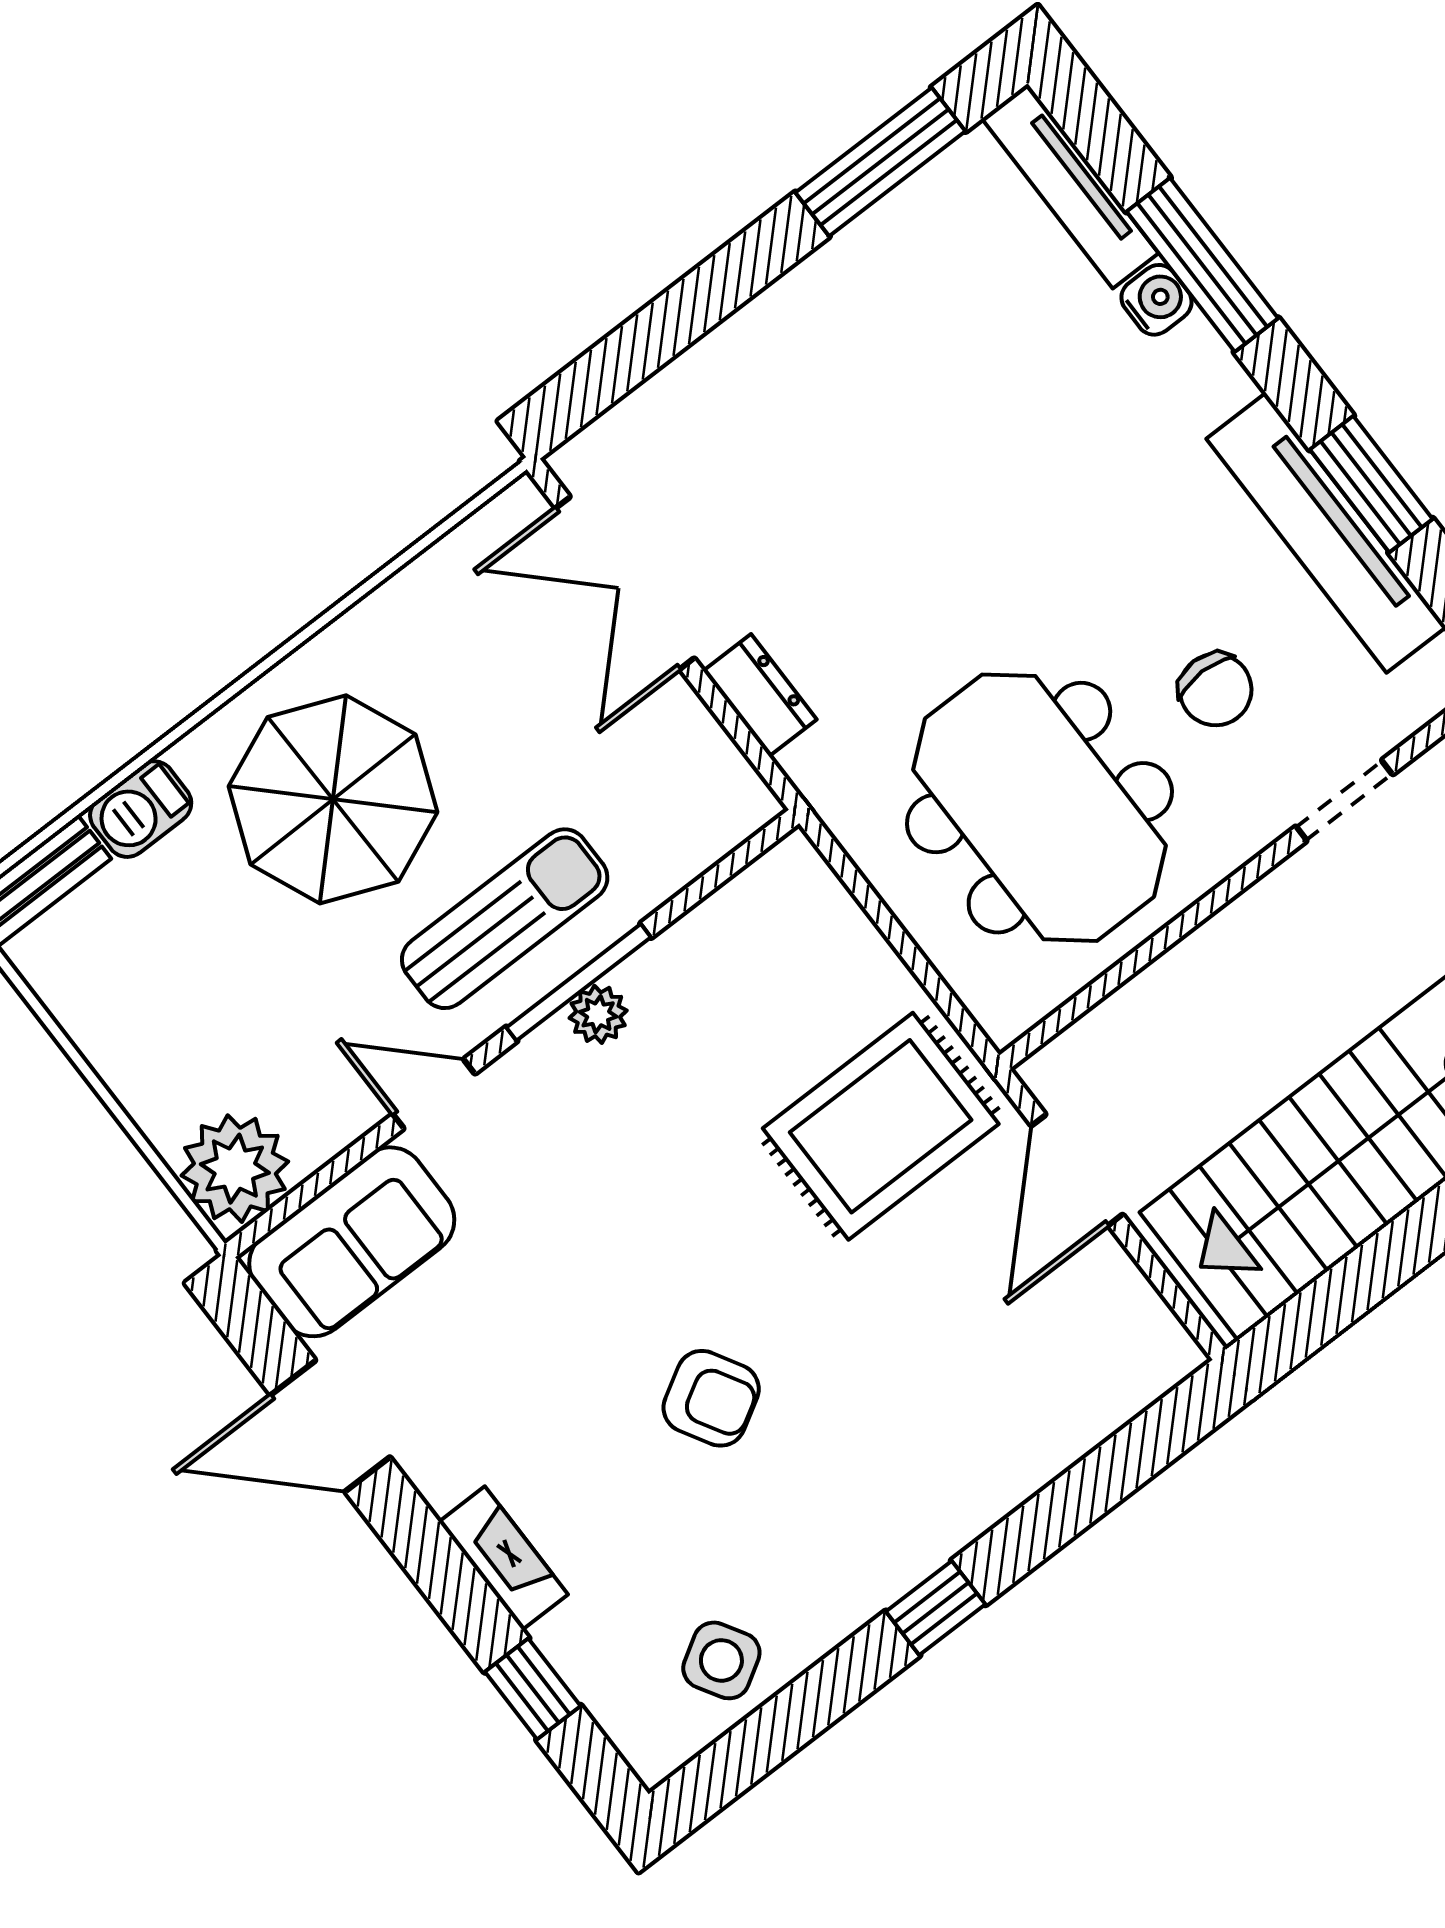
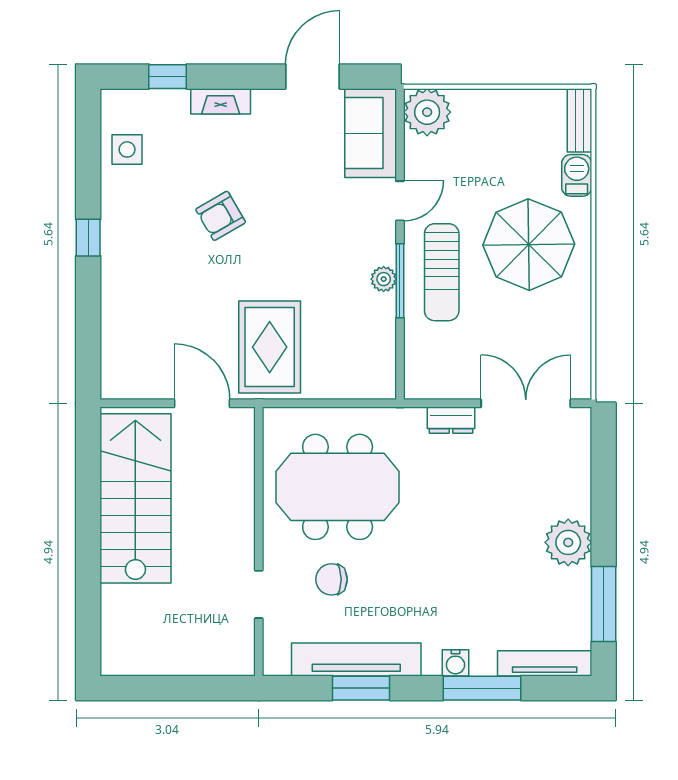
water cooler: (1156, 300) -> (455, 663), moved
plant: (818, 312) -> (568, 542), added
side table: (721, 1660) -> (127, 149), turned 31

